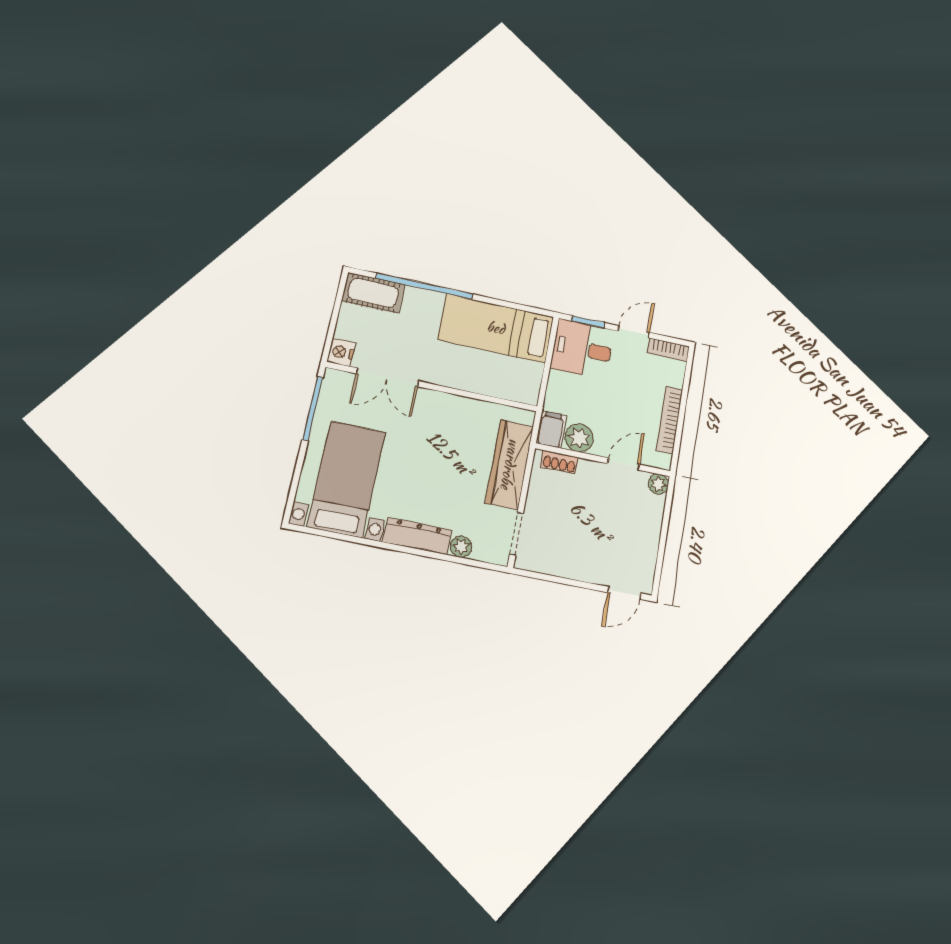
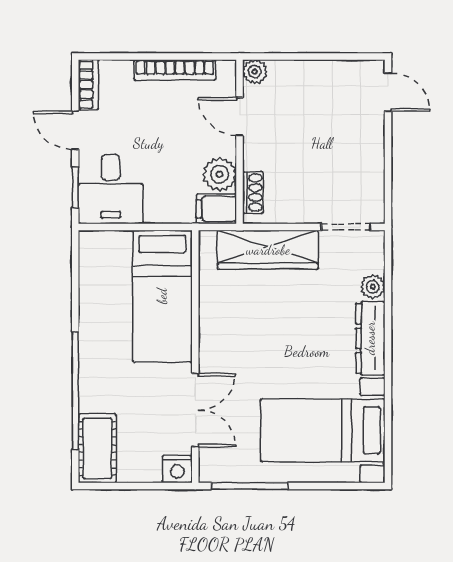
bed: (496, 328) -> (162, 296), moved

